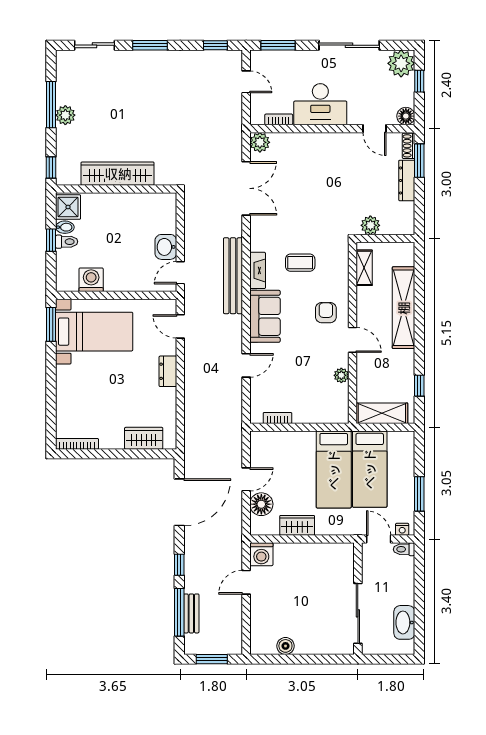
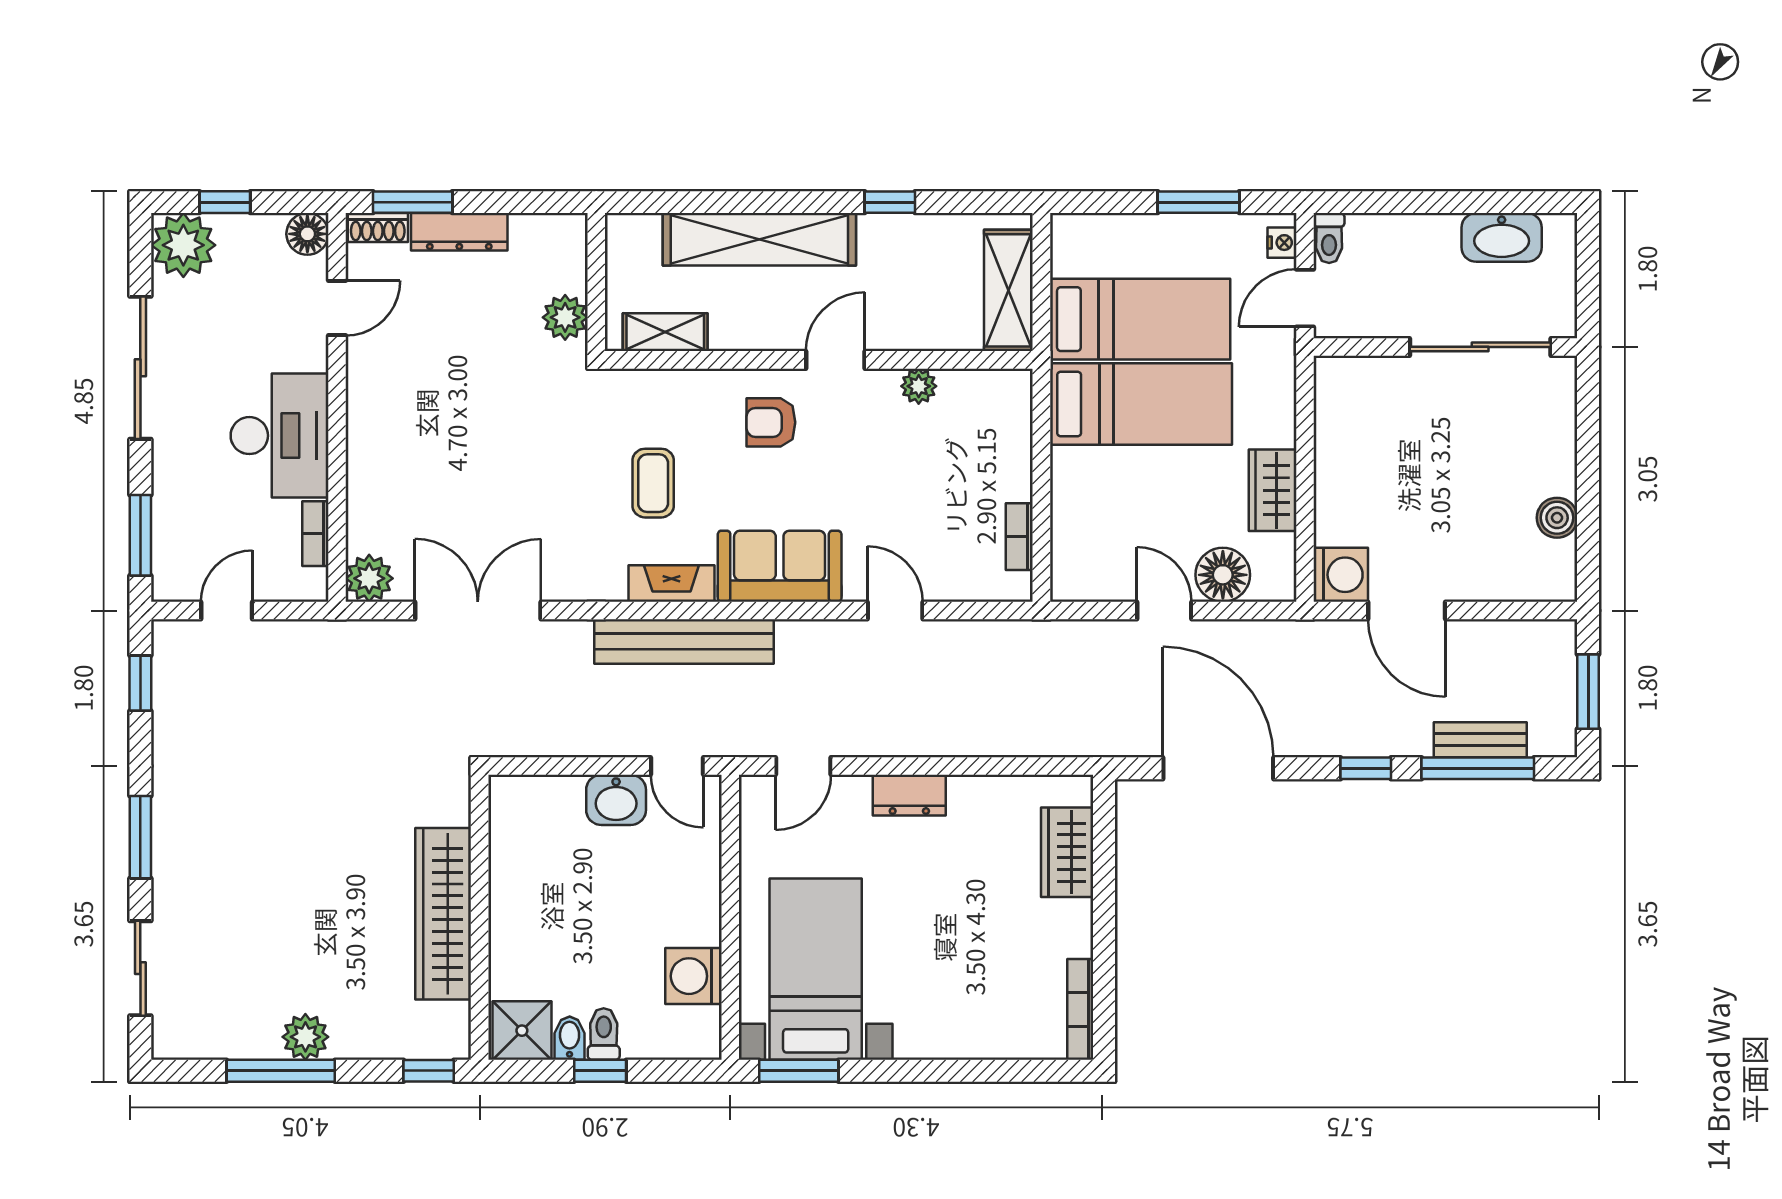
window: (419, 386) -> (890, 202), moved
door: (246, 582) -> (1407, 611), width x1.38

